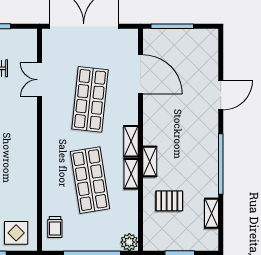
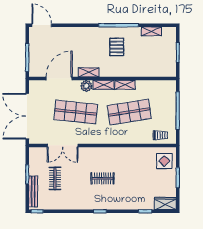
double door: (40, 80) -> (63, 145), width x1.37
door: (221, 95) -> (42, 25), moved
shelving: (150, 162) -> (89, 72), moved
pallet: (169, 201) -> (117, 47), moved
plant: (129, 242) -> (86, 86), moved

